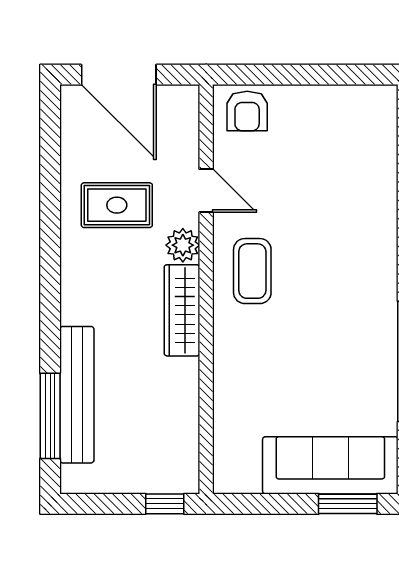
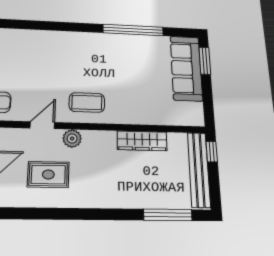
rug: (117, 205) -> (48, 175), turned 90
wardrobe: (182, 310) -> (142, 141), moved
bench: (77, 395) -> (199, 169), moved, turned 90

